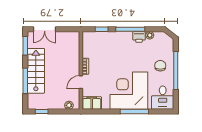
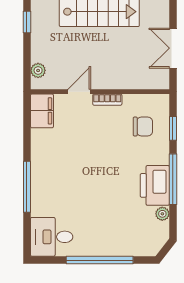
double door: (45, 29) -> (173, 48), moved
printer: (139, 37) -> (155, 185), width x1.87, depth x1.48
chair: (160, 66) -> (143, 126), moved
door: (81, 82) -> (79, 92), hinge flipped
corner desk: (129, 91) -> (64, 177), removed

